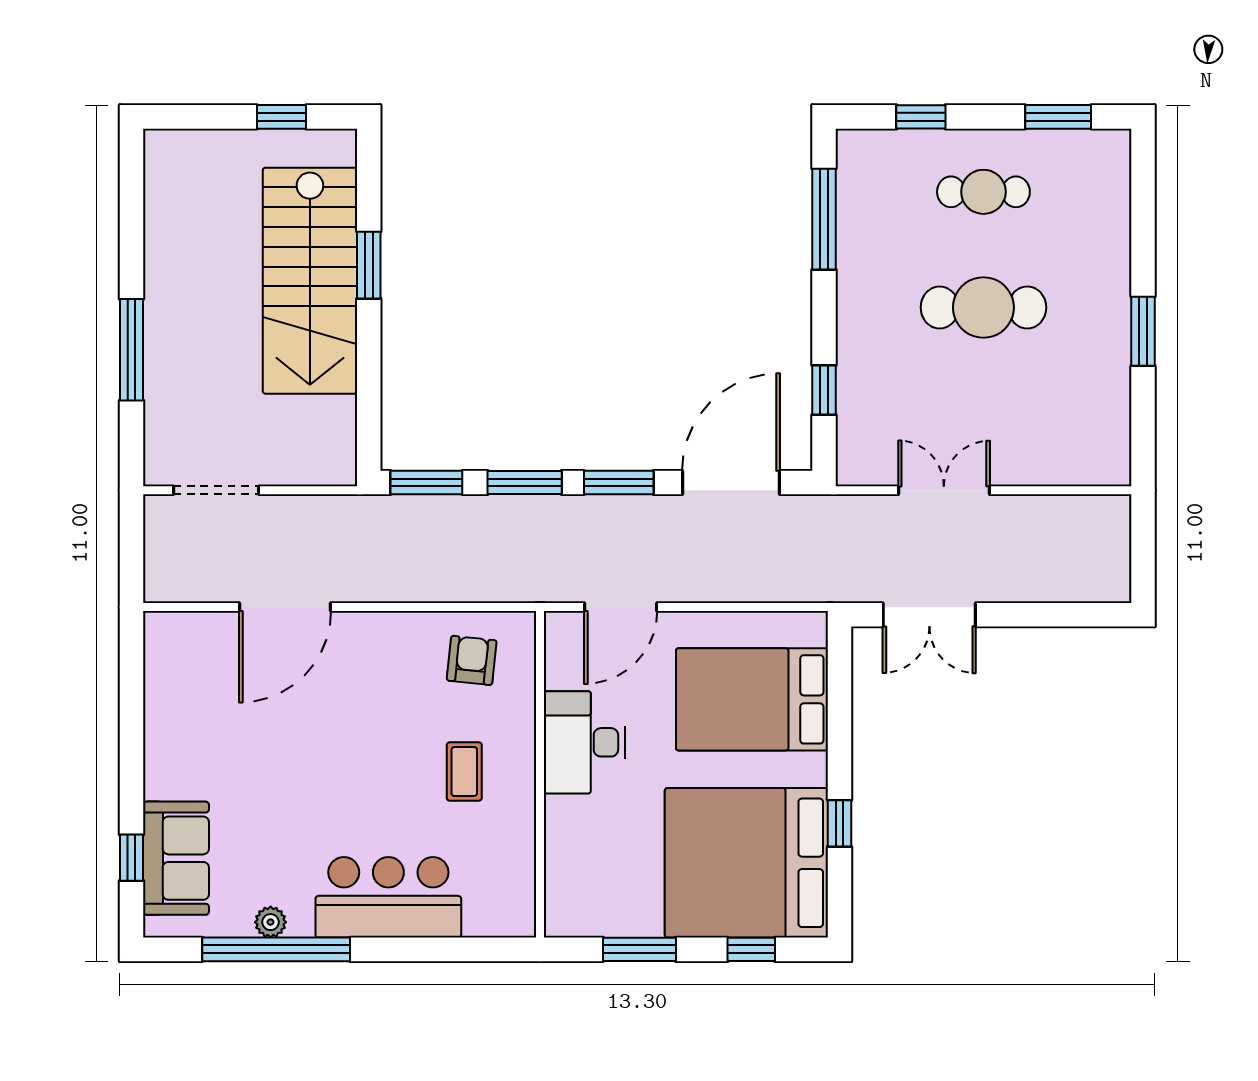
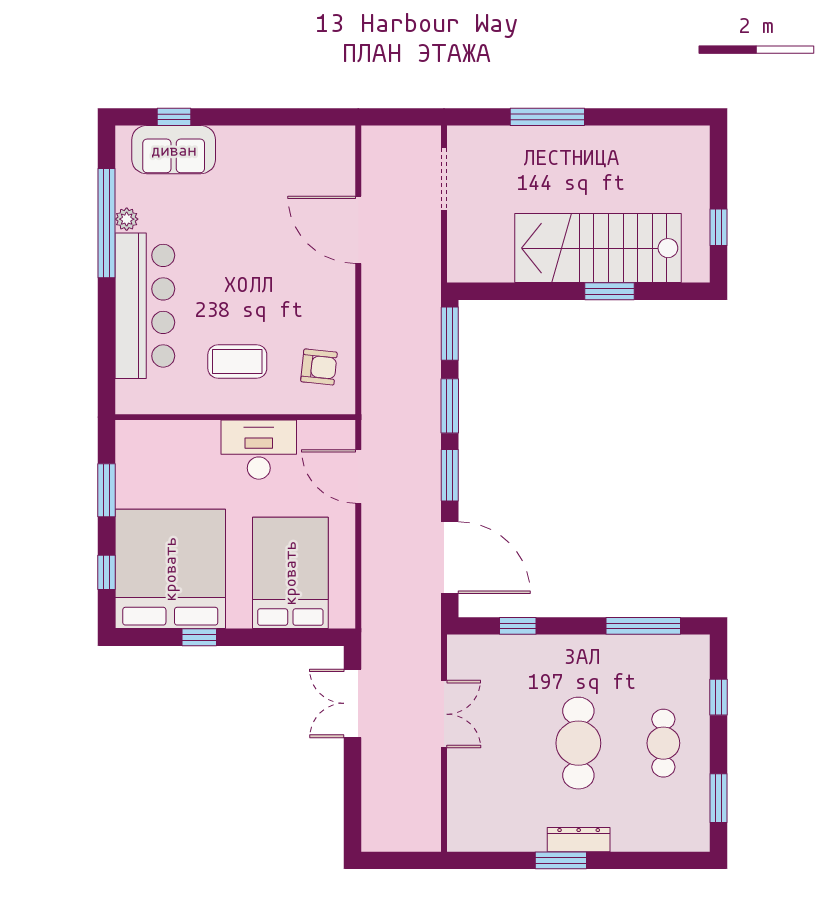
dresser: (1115, 307) -> (579, 840), added
coffee table: (464, 771) -> (237, 361), width x1.36, depth x1.30
bar counter: (388, 897) -> (145, 306), width x1.36

